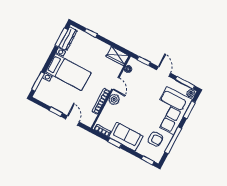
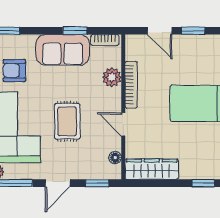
wardrobe: (117, 56) -> (152, 169), width x1.50
door: (164, 71) -> (58, 183), hinge flipped
plant: (114, 99) -> (112, 77), moved
rug: (142, 100) -> (67, 121), added

